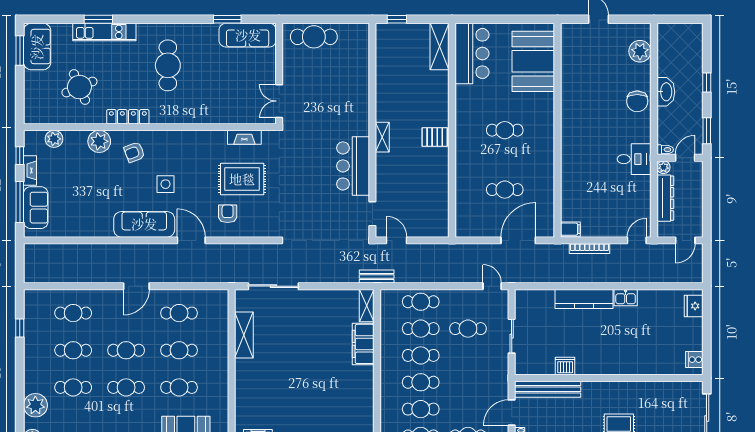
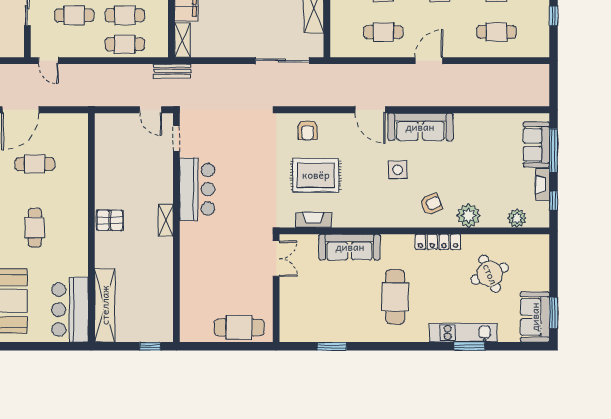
sofa: (248, 35) -> (350, 247), moved, turned 180
shelving: (440, 46) -> (105, 305), width x1.47
cafe table: (505, 130) -> (35, 228), turned 90
armchair: (228, 214) -> (308, 130), moved

